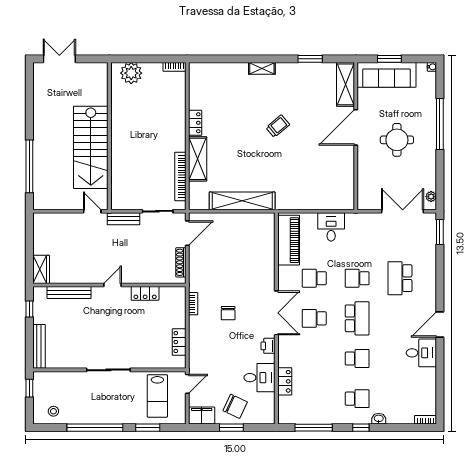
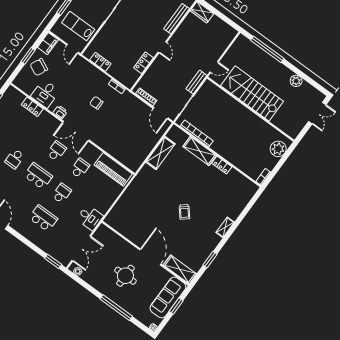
plant: (41, 109) -> (296, 81), added
shelving: (242, 201) -> (160, 153), width x0.68
desk: (331, 227) -> (90, 218), moved
school desk: (357, 318) -> (38, 176), turned 180

